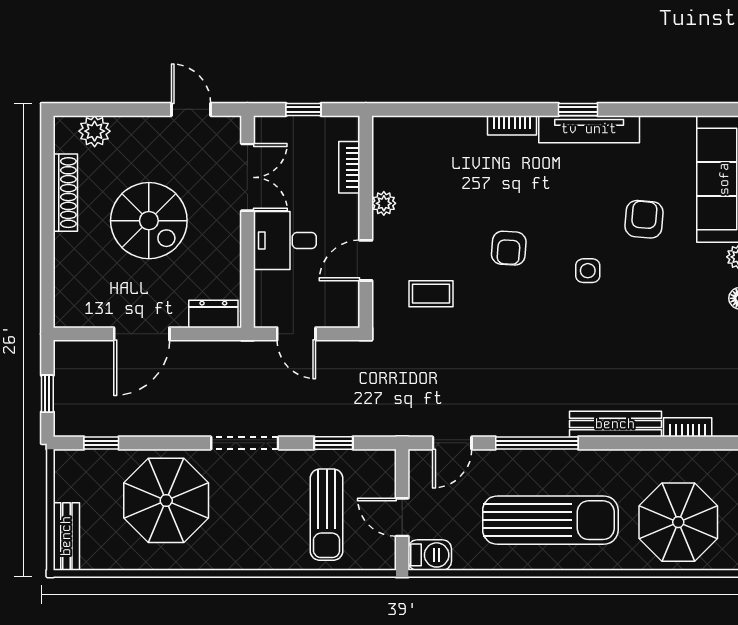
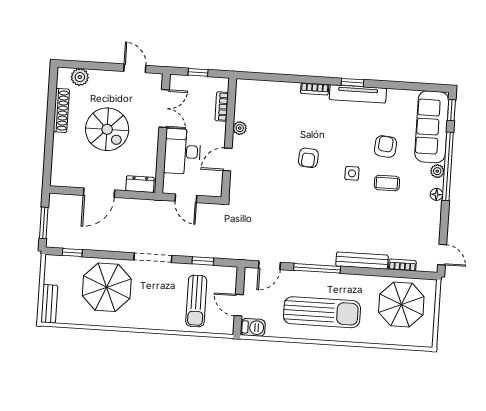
desk: (285, 240) -> (182, 151), width x1.37
coffee table: (431, 294) -> (387, 183), moved
window: (47, 394) -> (44, 223), width x1.50
parasol: (678, 522) -> (401, 305), moved

